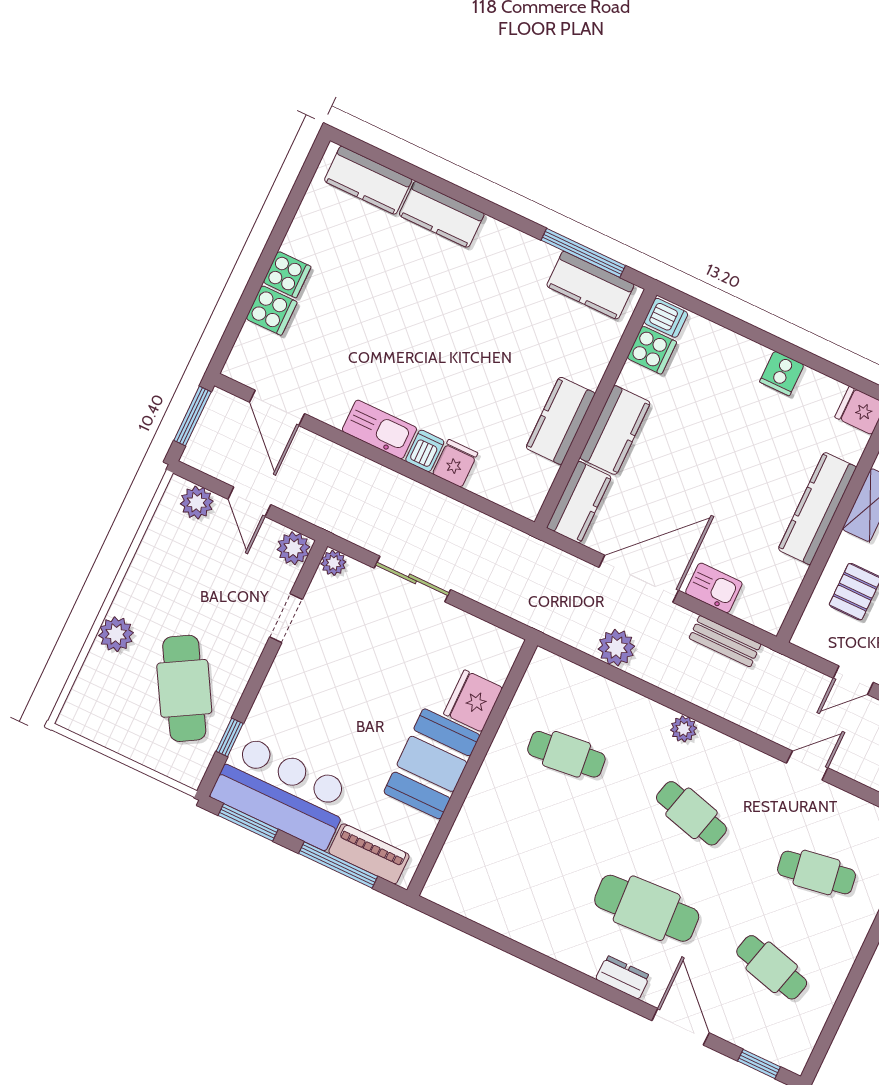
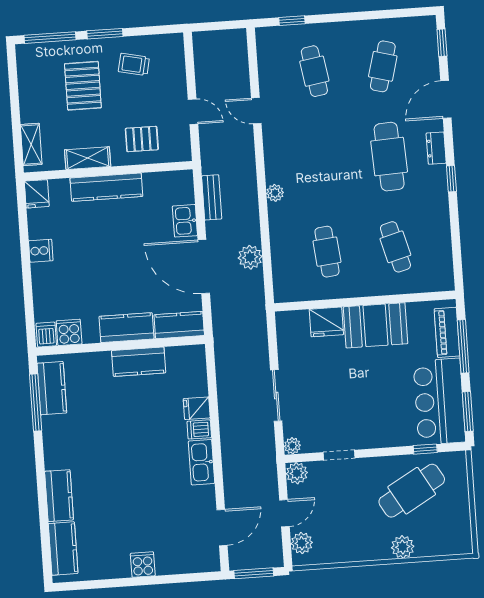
cooker: (271, 310) -> (168, 562), removed
cafe table: (691, 813) -> (395, 247), moved, turned -30
window: (570, 975) -> (451, 179), added

